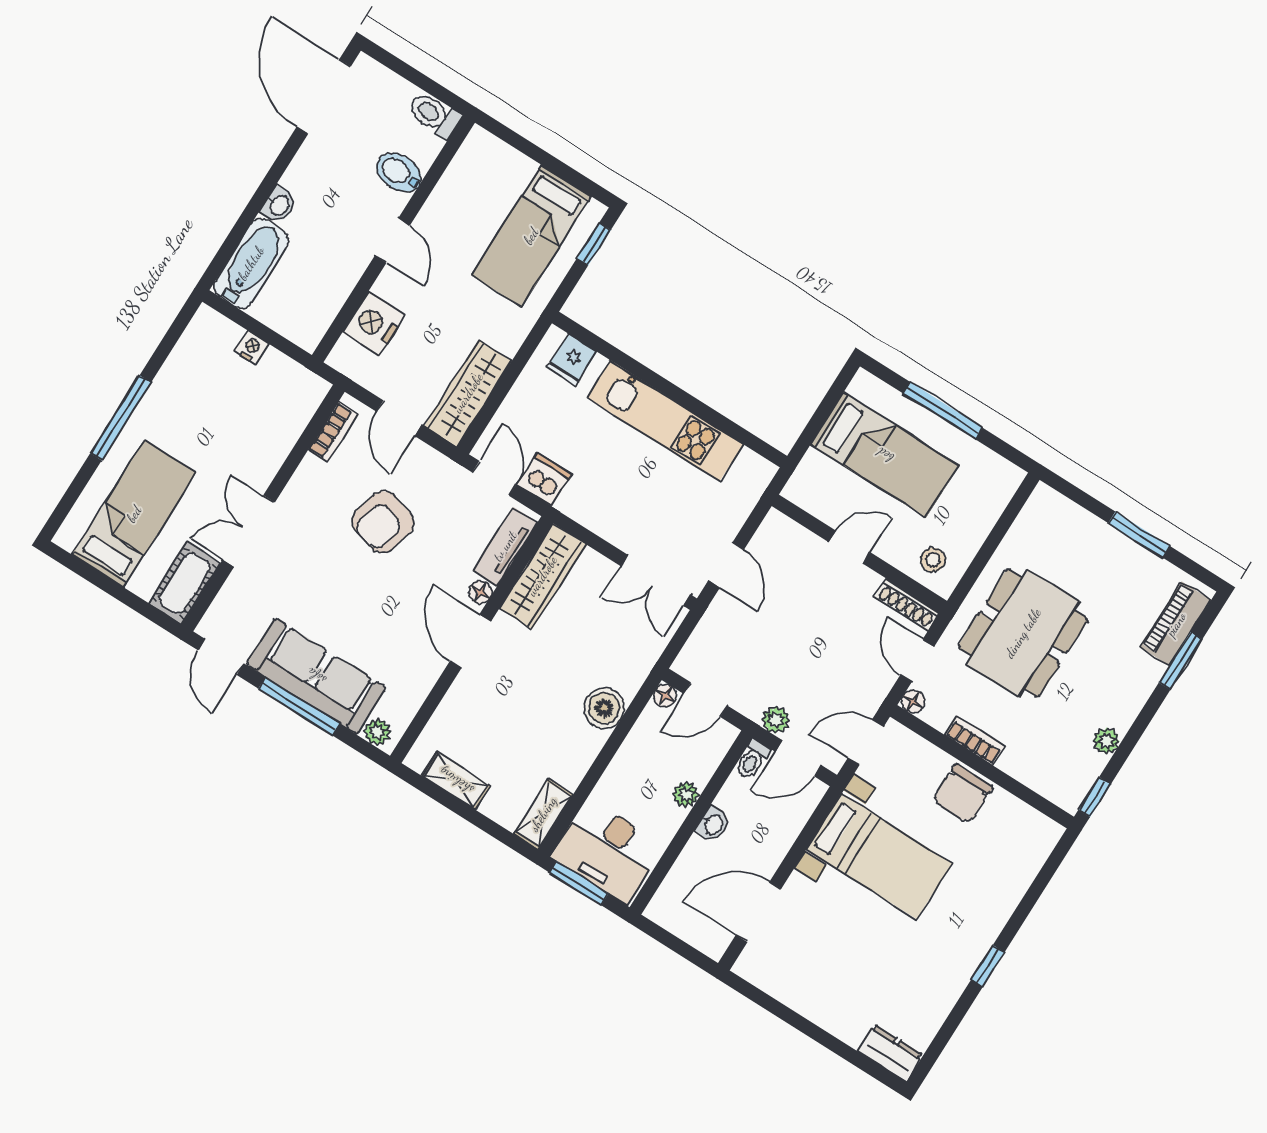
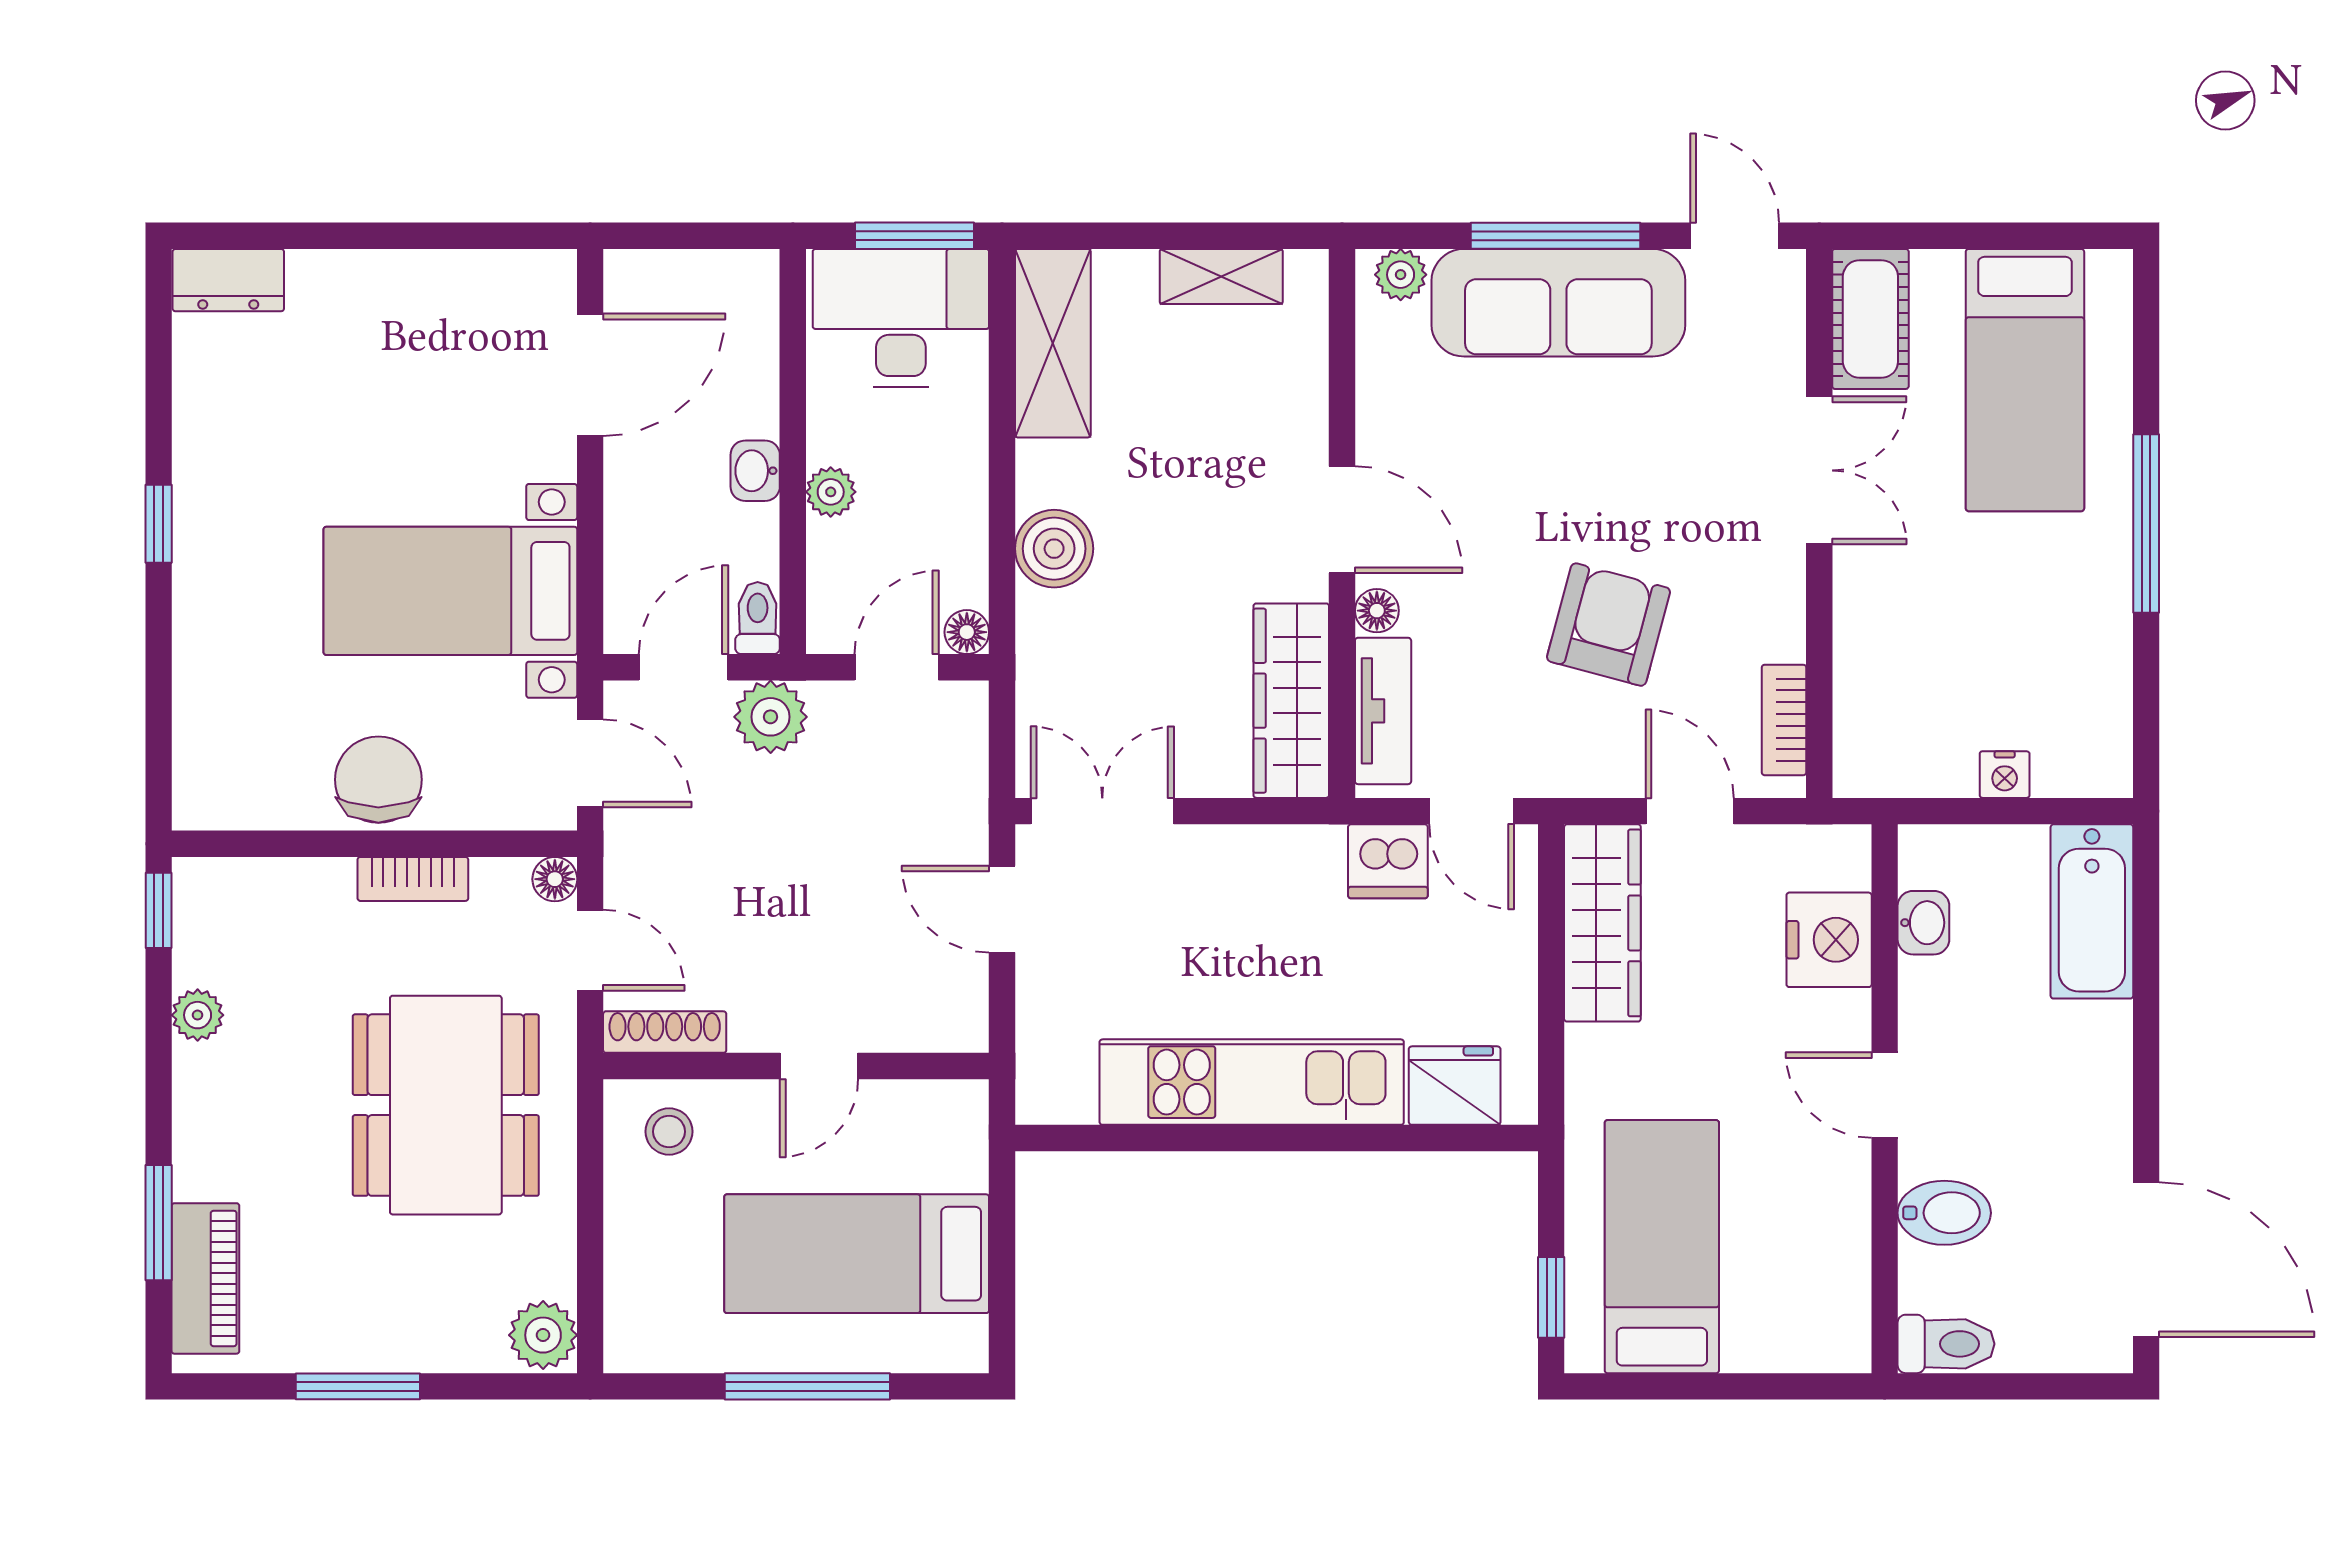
washbasin: (279, 205) -> (1923, 923), moved, turned 180
fridge: (572, 360) -> (1455, 1086), width x1.38
plant: (1044, 506) -> (543, 1335), added
plant: (776, 720) -> (771, 717), width x1.38, depth x1.38
door: (866, 742) -> (590, 763), hinge flipped
shelving: (543, 814) -> (1053, 343), width x1.50, depth x1.33

